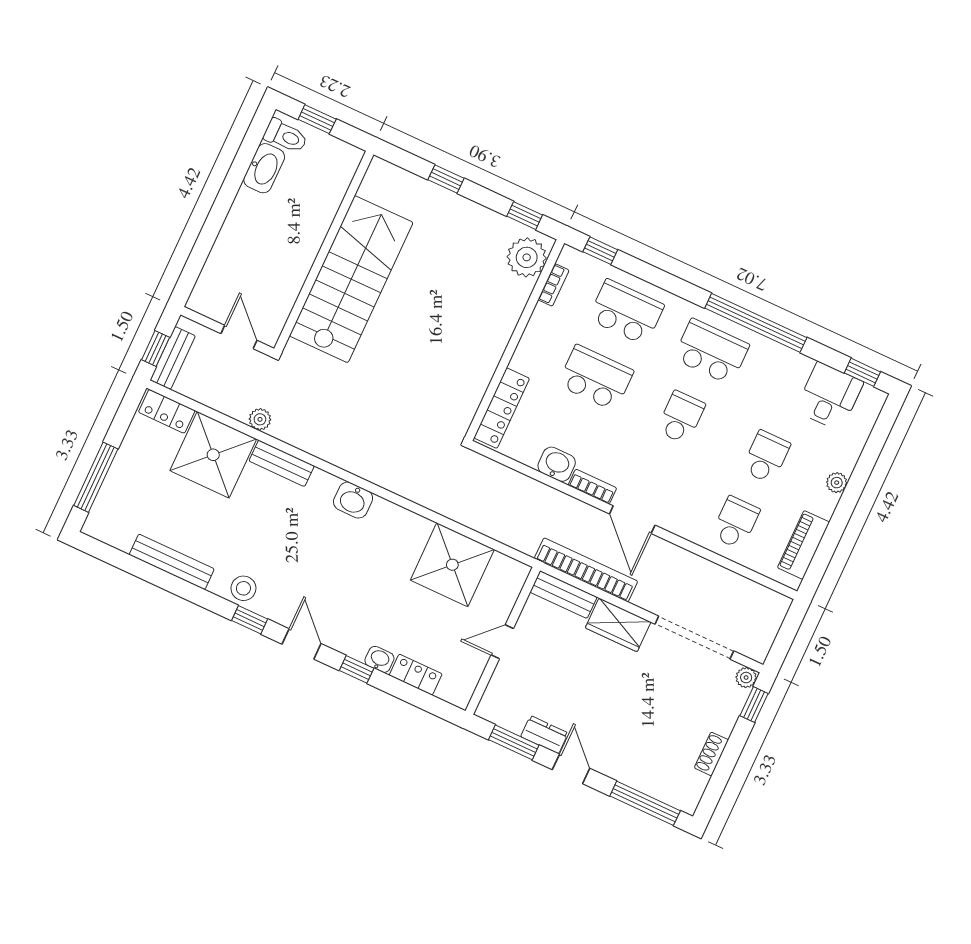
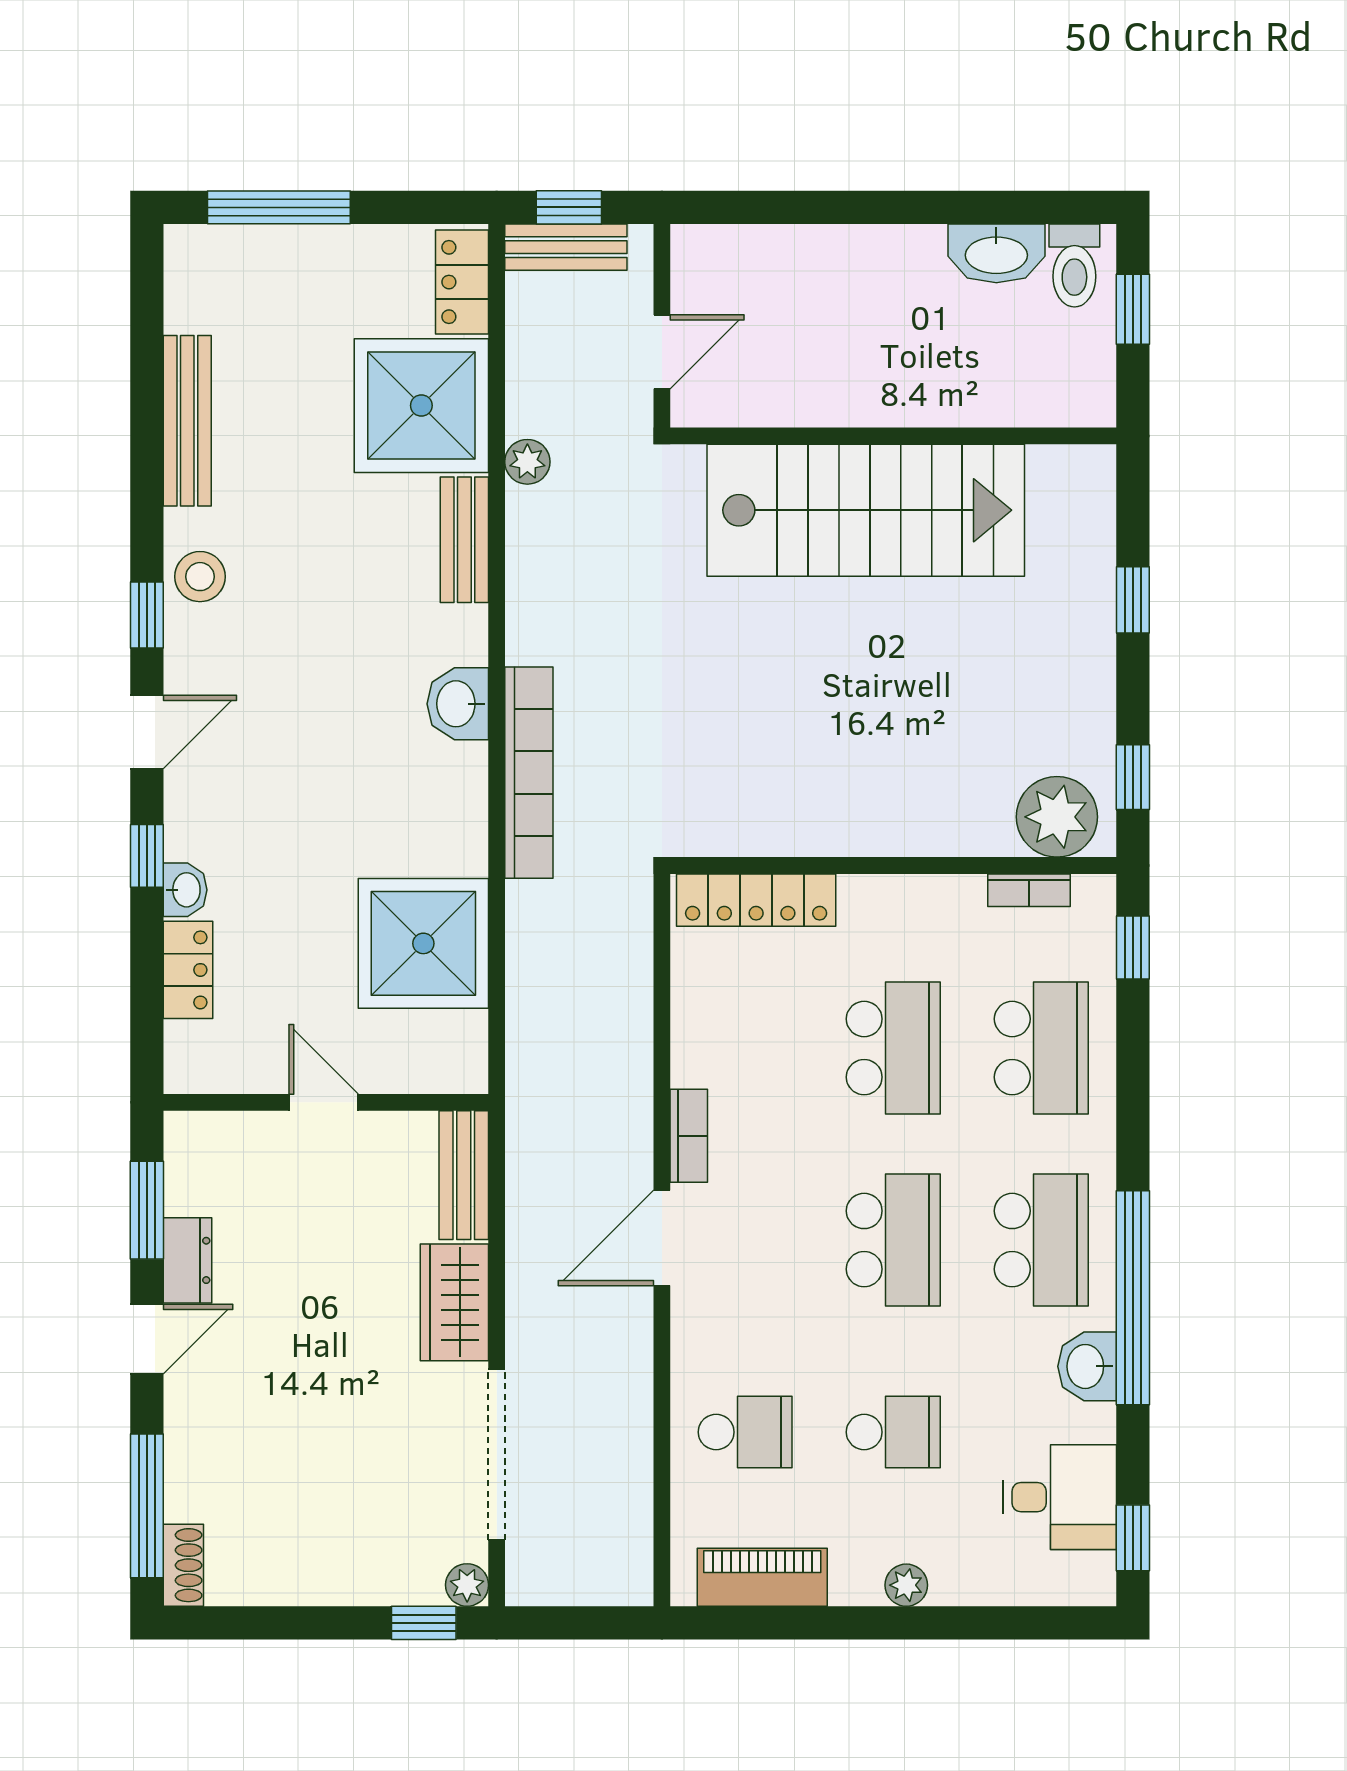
school desk: (681, 417) -> (893, 1240), width x1.85
washbasin: (557, 464) -> (1087, 1366), moved, turned 180
bookcase: (586, 570) -> (529, 773), moved
shoe rack: (711, 754) -> (183, 1565), moved, turned 90

